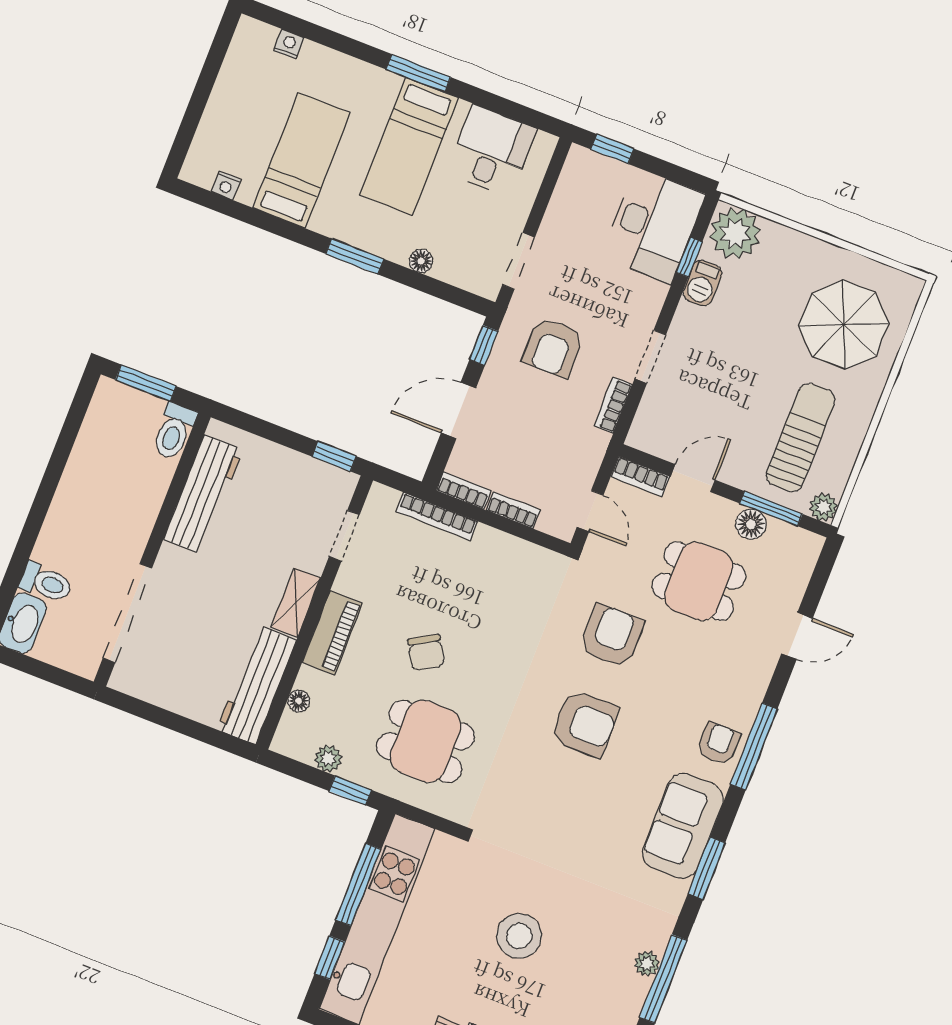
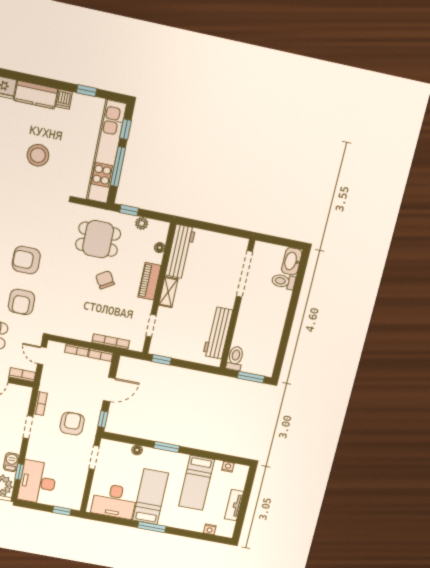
tv unit: (226, 92) -> (234, 505), added
desk: (492, 151) -> (114, 501), width x1.37

